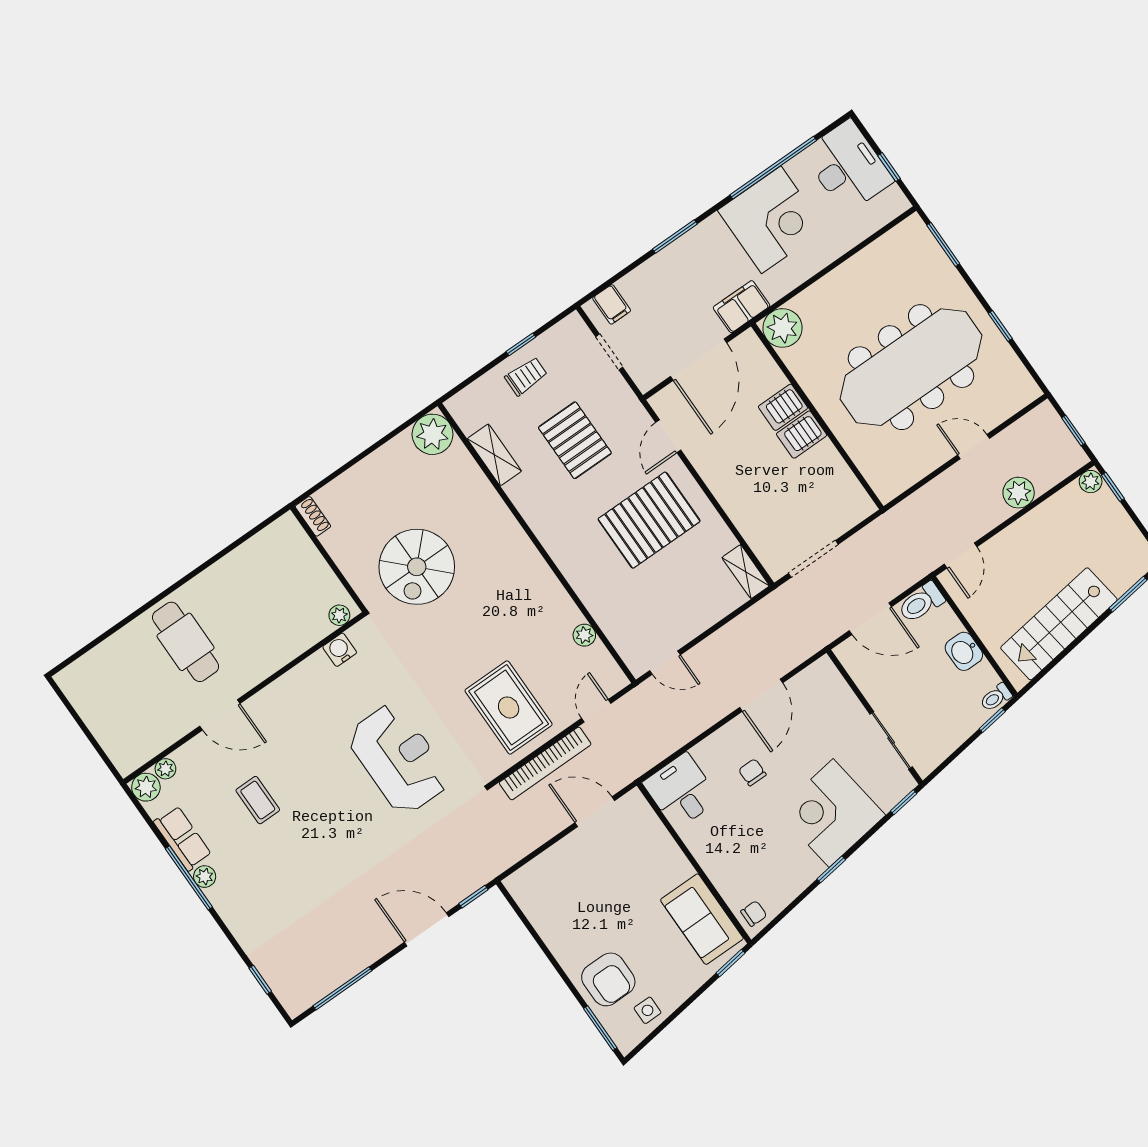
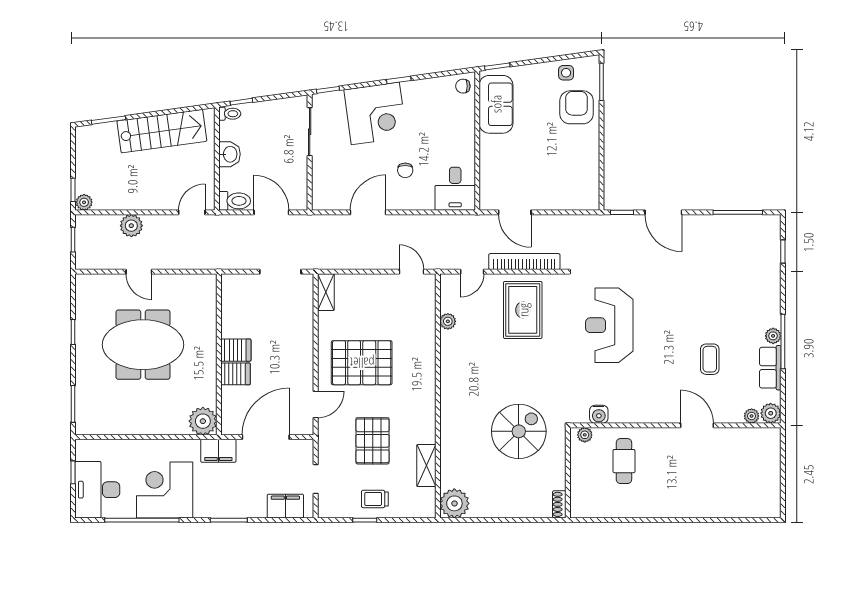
filing cabinet: (612, 304) -> (285, 506), width x2.00
meeting table: (911, 367) -> (143, 345), width x0.73
cafe table: (186, 642) -> (624, 461), moved, width x0.73, depth x0.74

